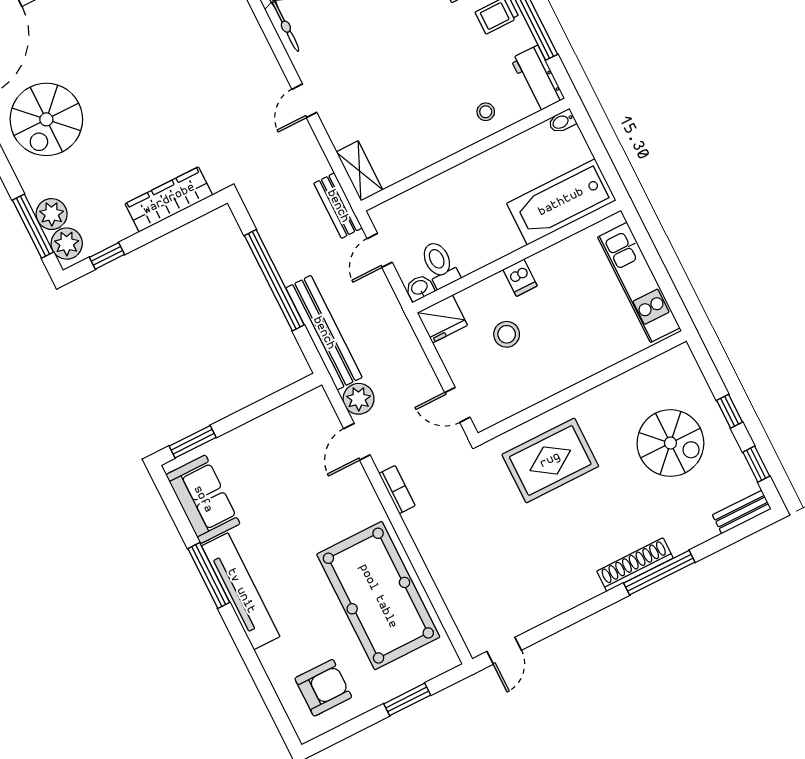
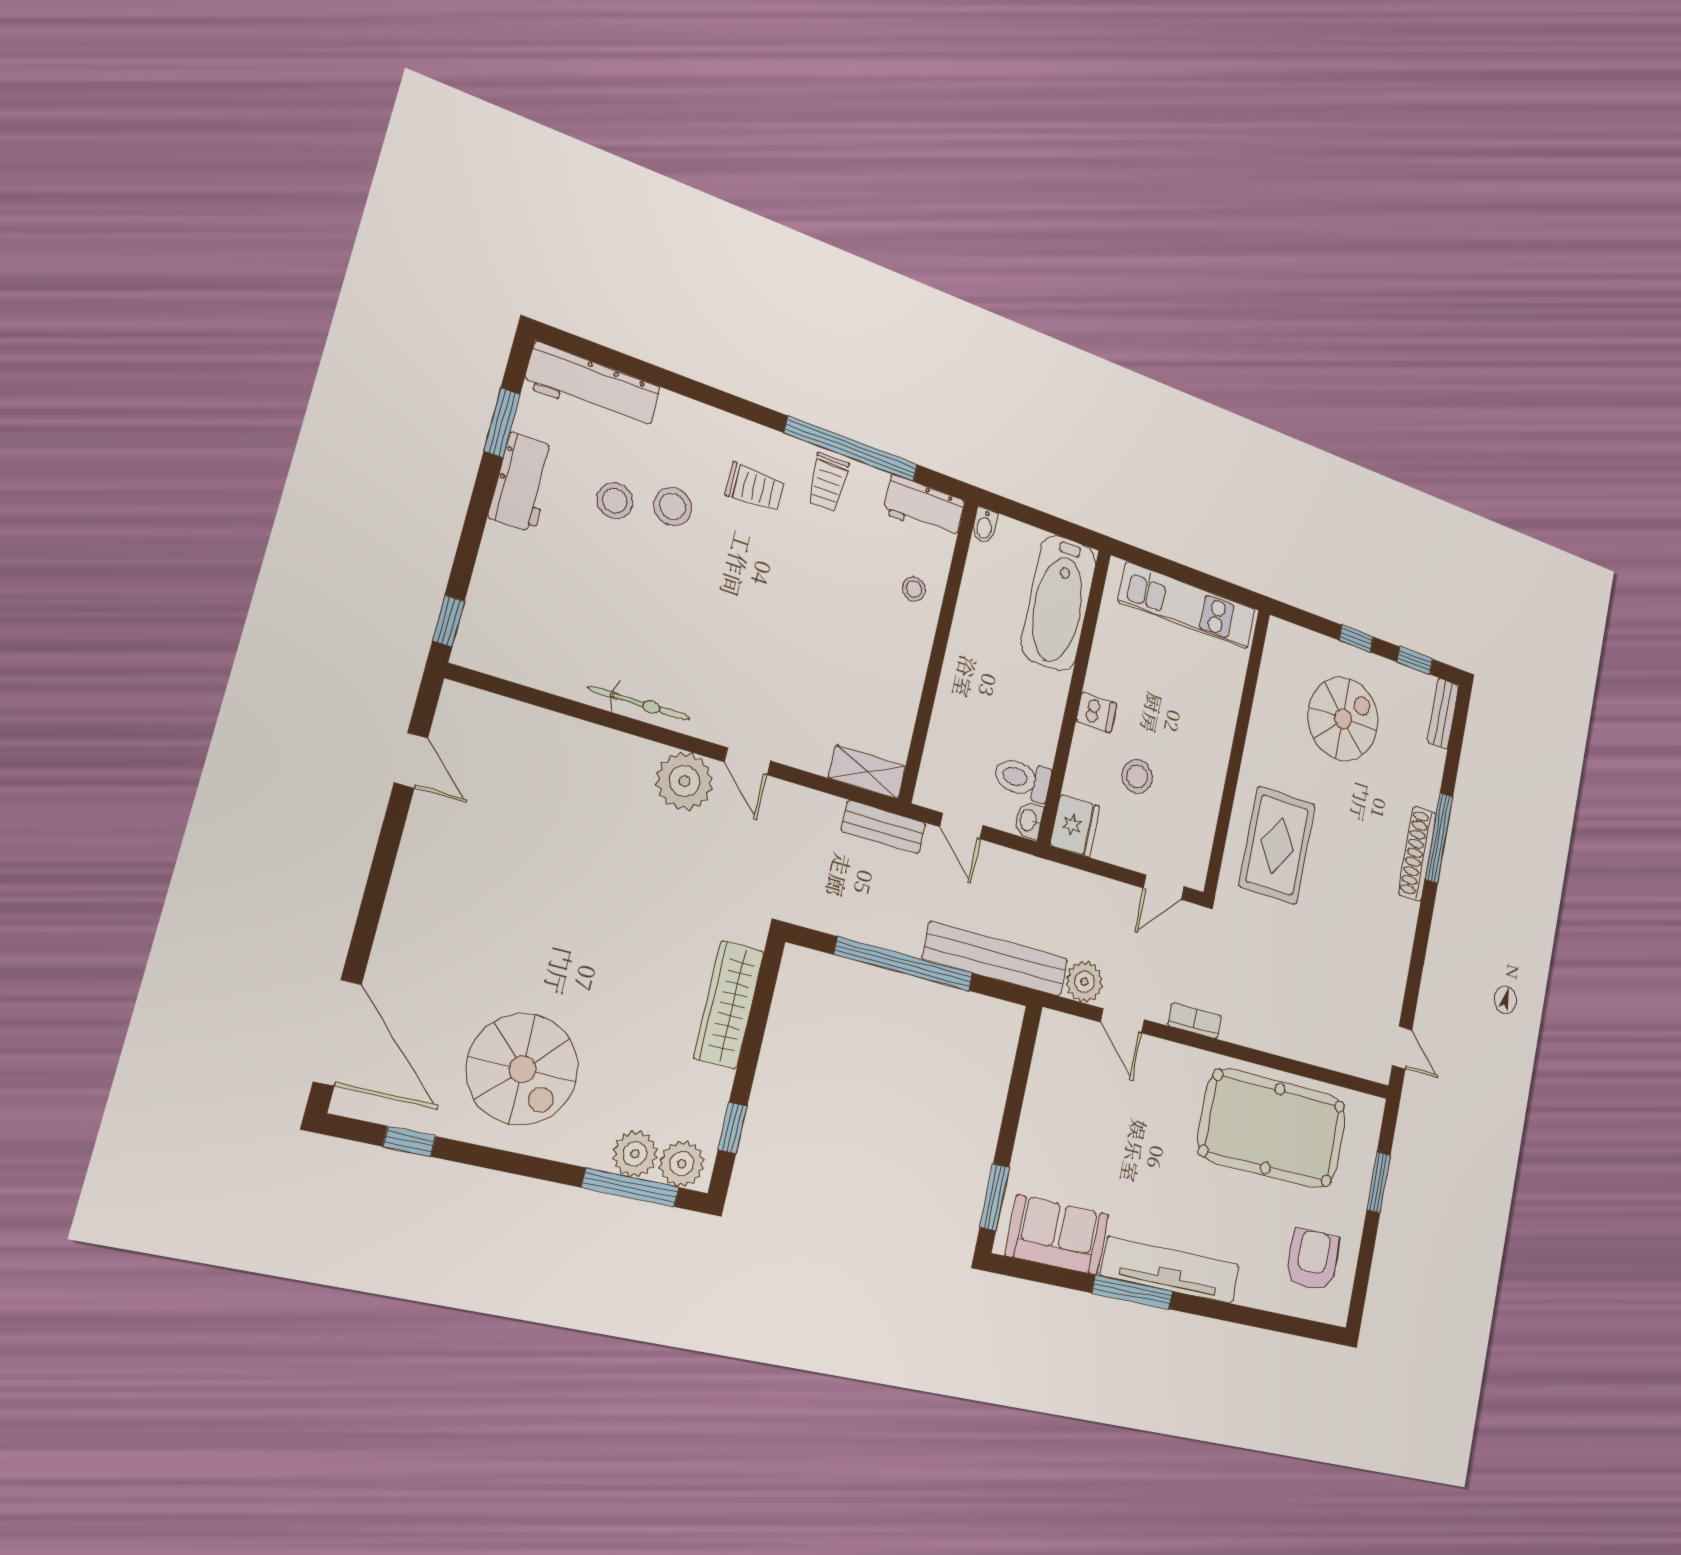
plant: (263, 77) -> (684, 781), added

